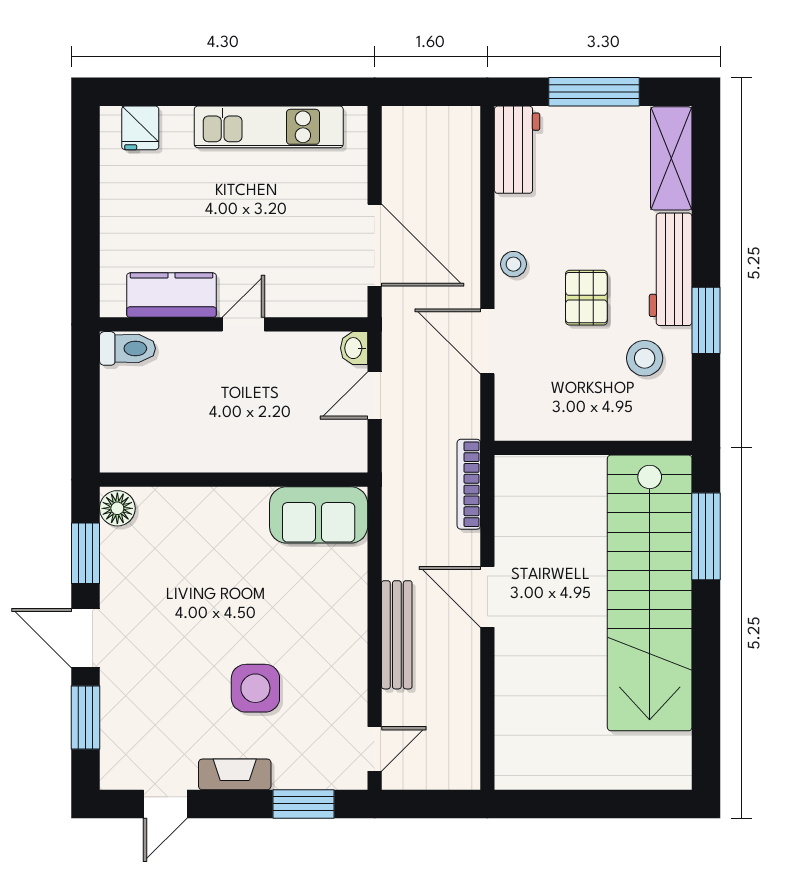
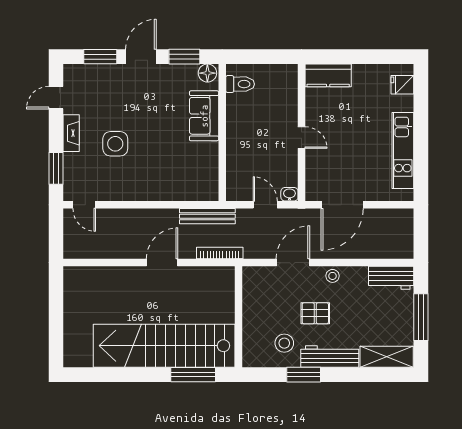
kitchen counter: (172, 295) -> (328, 75), moved, turned 90
toilet: (128, 348) -> (240, 84), moved, turned -90
sofa: (319, 515) -> (204, 116), moved
bench: (397, 635) -> (207, 216), moved
door: (165, 804) -> (56, 98), hinge flipped

